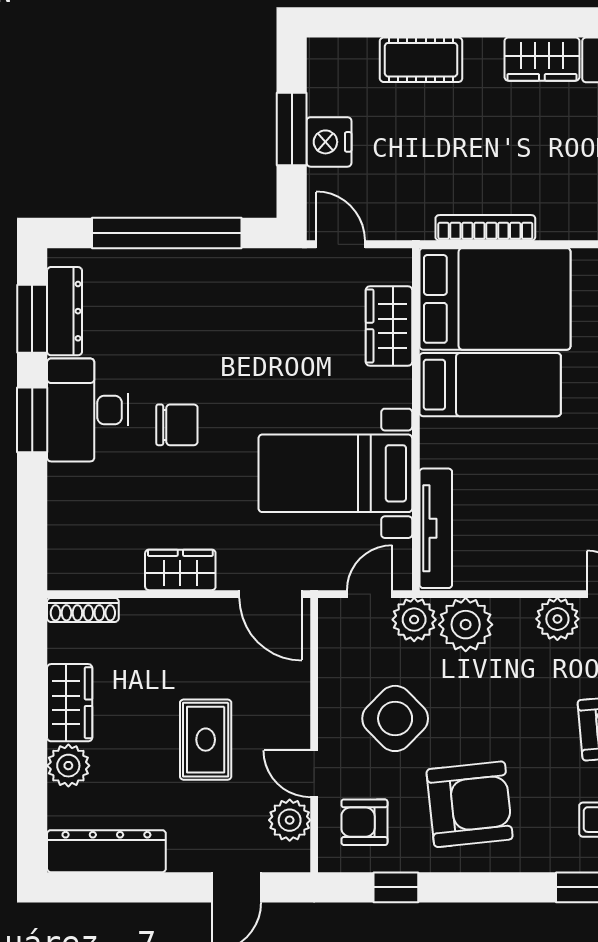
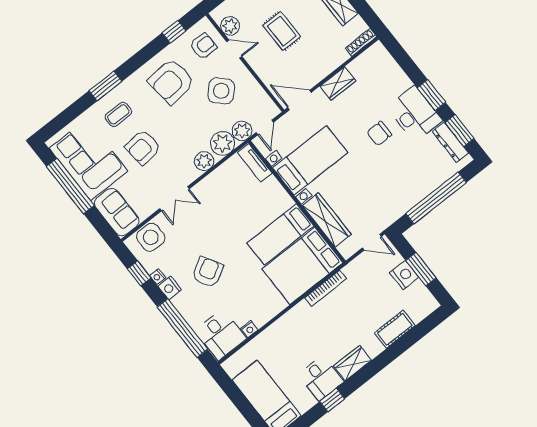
wardrobe: (389, 326) -> (327, 220), width x1.50
tv unit: (436, 528) -> (255, 163), width x0.71
plant: (557, 619) -> (204, 161), moved

